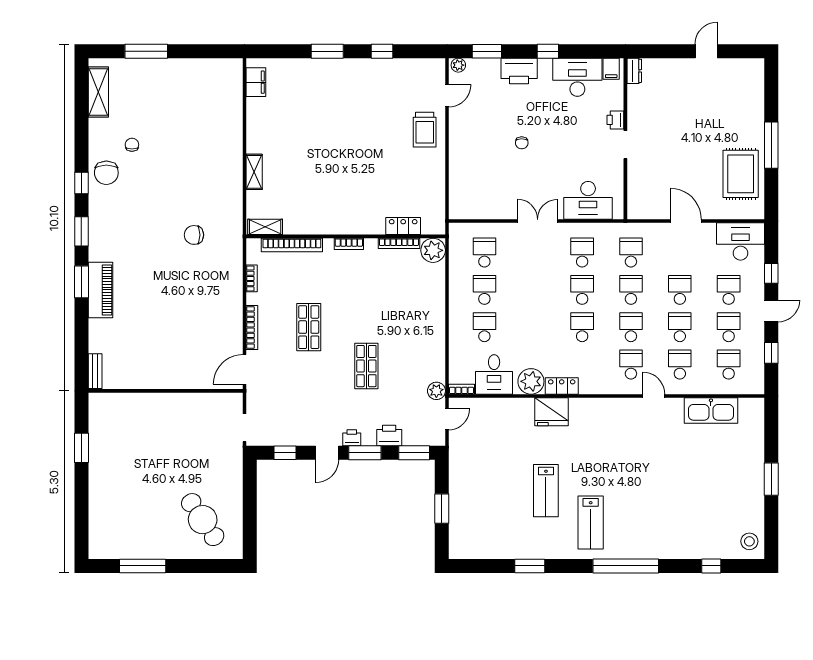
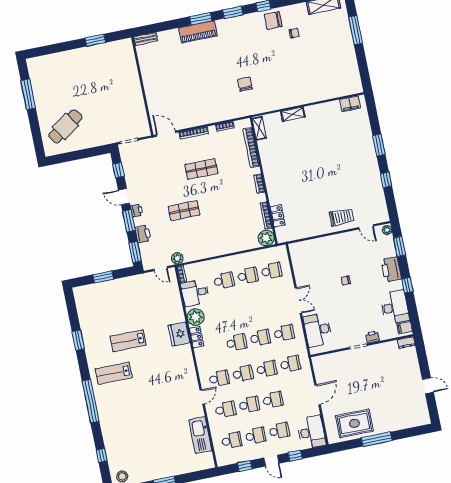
trolley: (425, 130) -> (342, 217), turned 180

